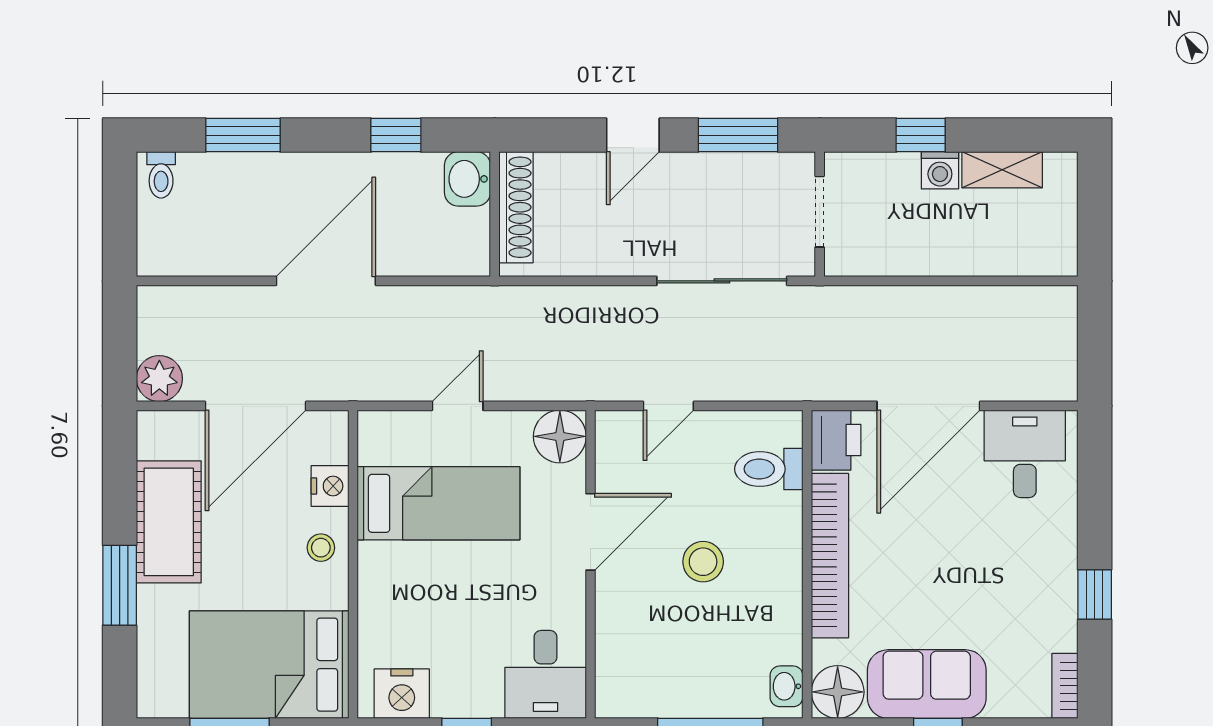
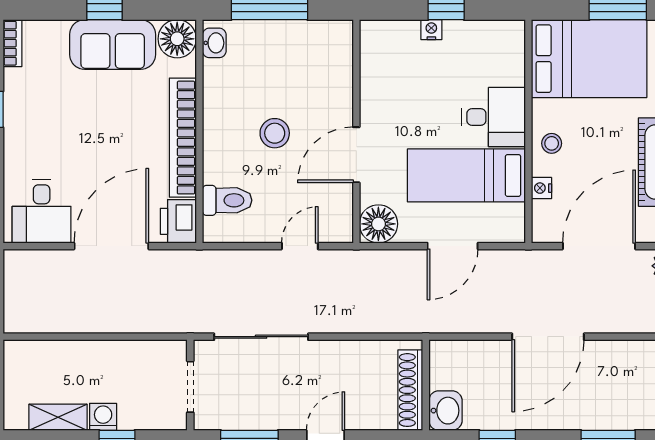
door: (458, 406) -> (453, 246), width x1.38
nightstand: (330, 486) -> (541, 188), width x0.72, depth x0.74
desk: (546, 674) -> (494, 117), moved, turned 90
nightstand: (402, 694) -> (431, 30), moved, width x0.53, depth x0.56

